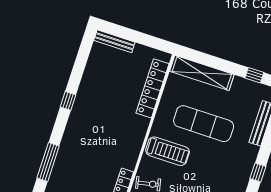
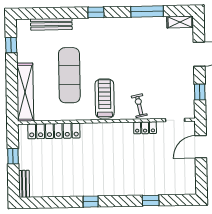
window: (141, 38) -> (13, 156), added
bench: (114, 41) -> (24, 184), width x0.73
window: (48, 162) -> (151, 201), width x0.46

